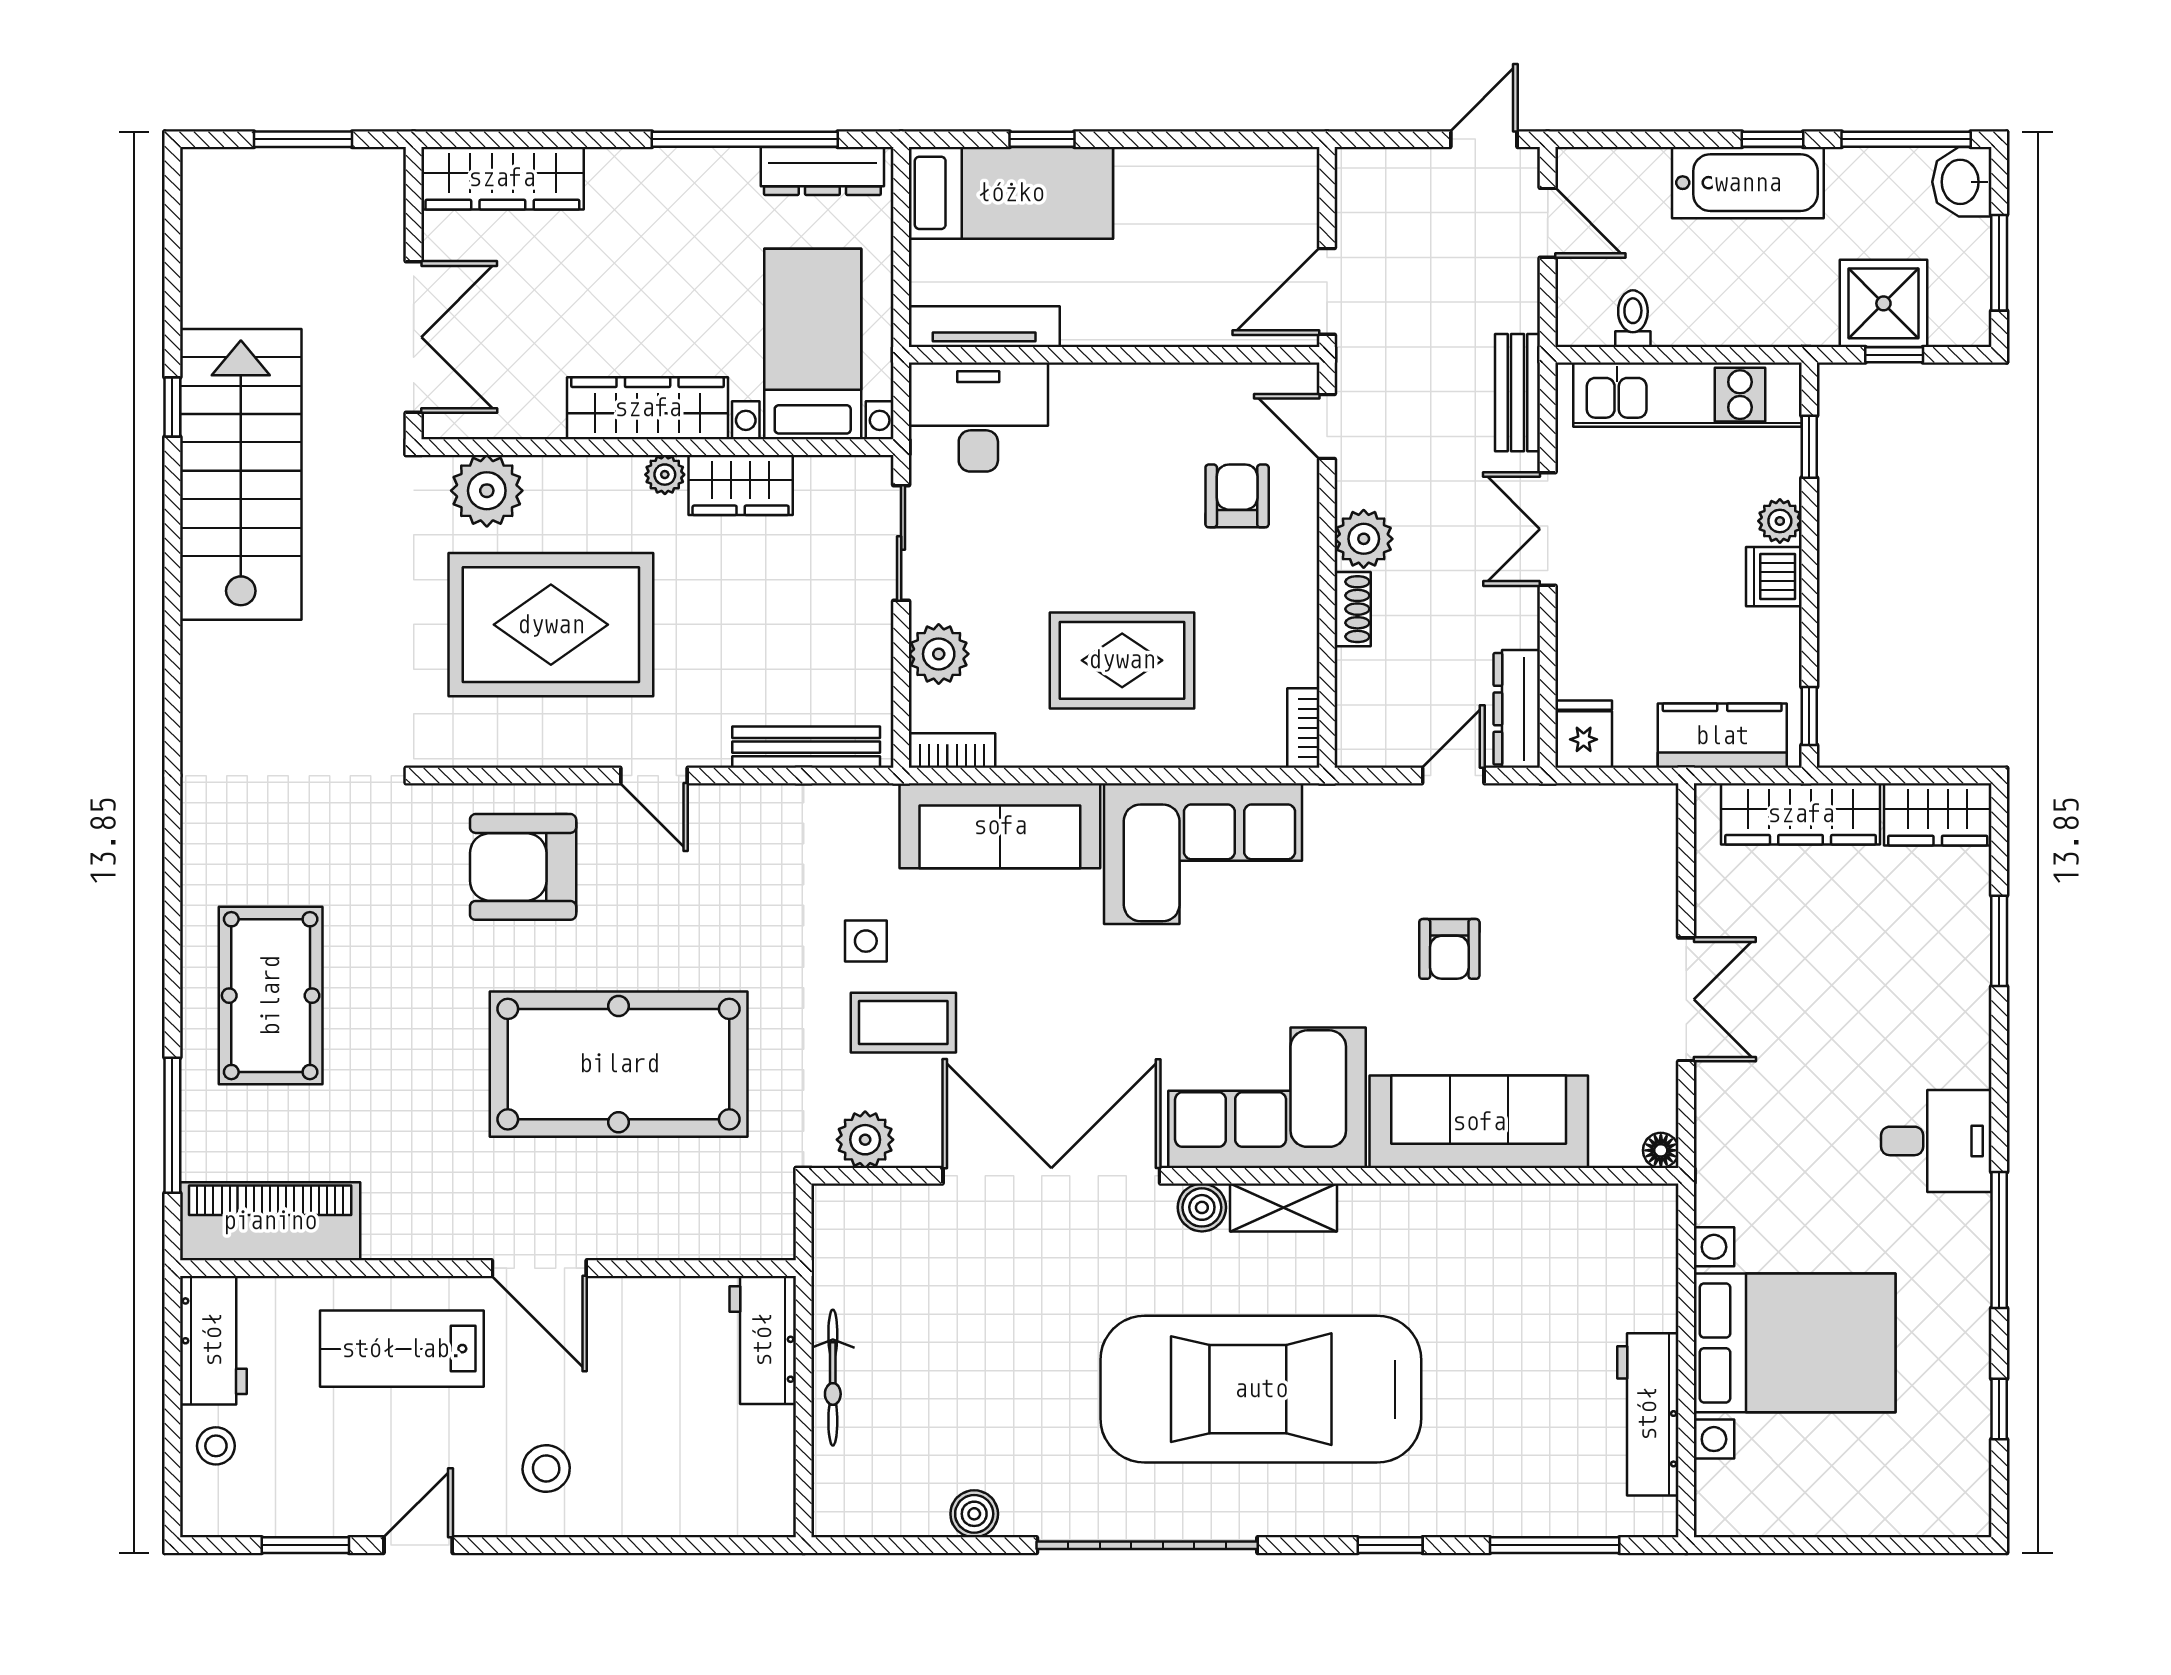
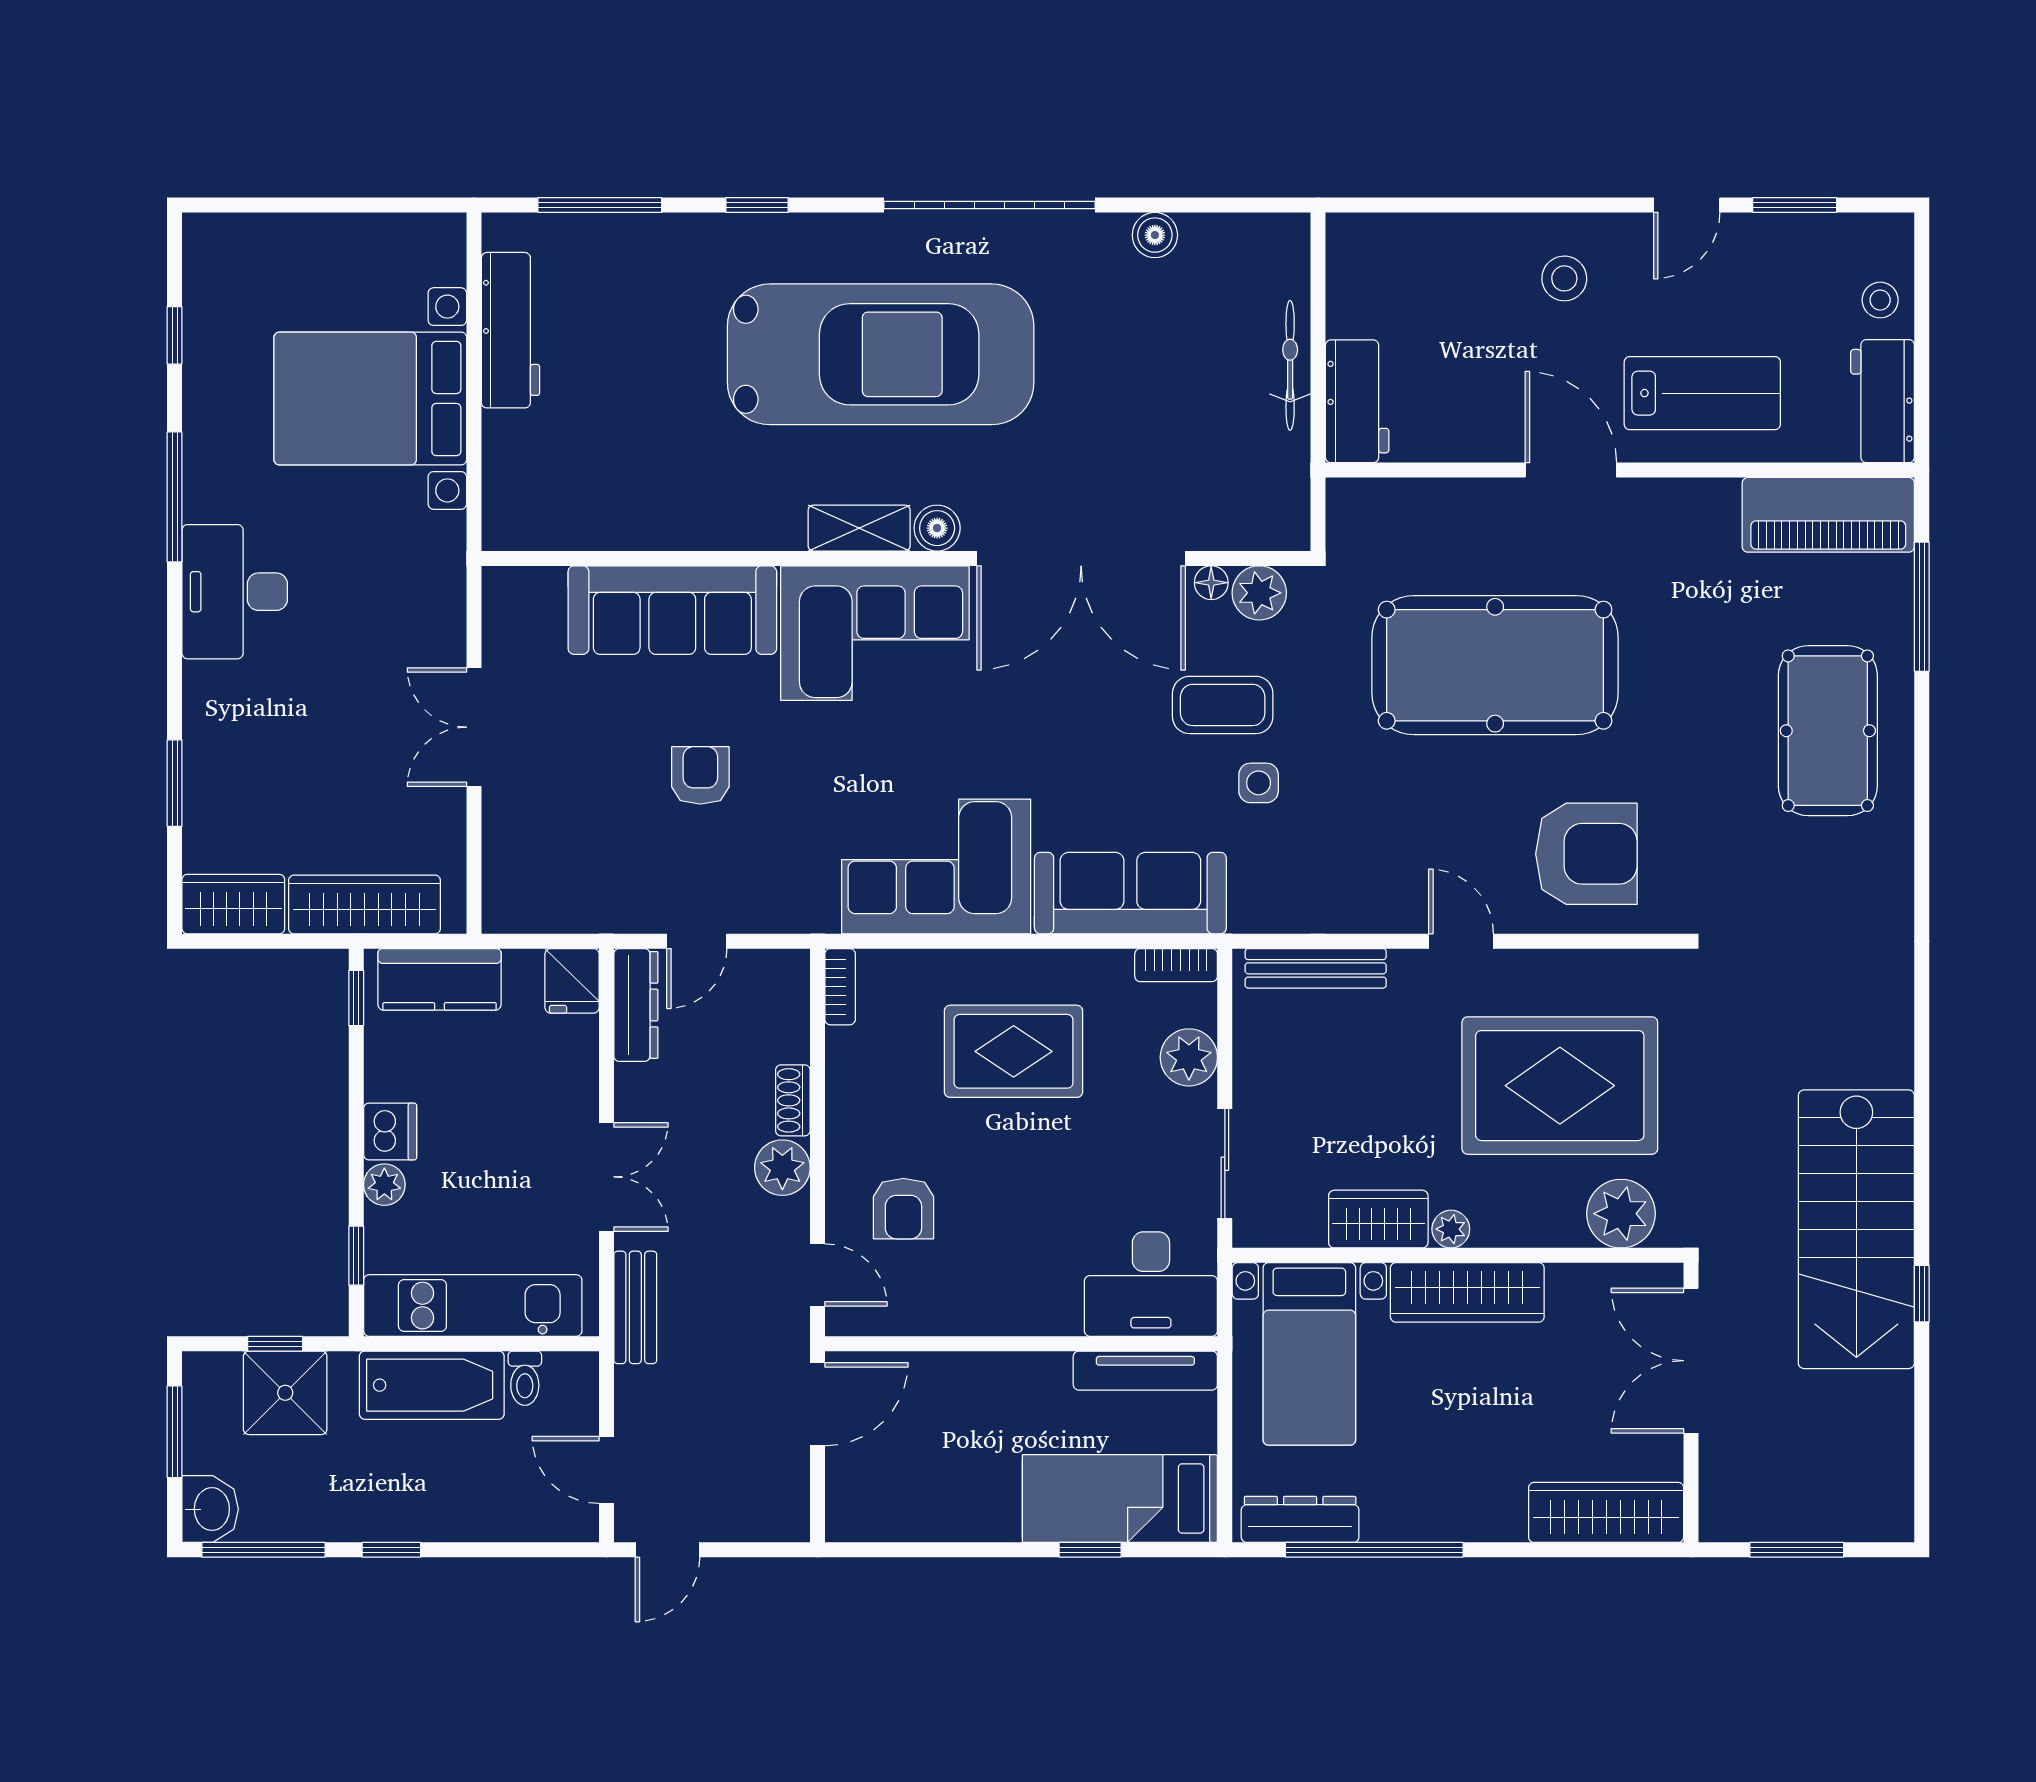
bathtub: (1748, 183) -> (432, 1385), moved, turned 180
desk: (1936, 1141) -> (235, 592), width x1.37
floor lamp: (1661, 1150) -> (1211, 583), moved

